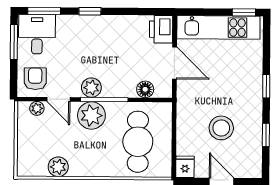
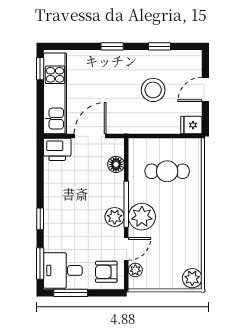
cafe table: (138, 142) -> (167, 171), width x0.73, depth x0.74
plant: (58, 167) -> (192, 278), moved

